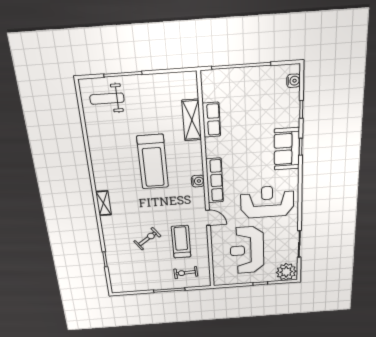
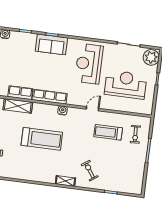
row of seats: (215, 181) -> (50, 97), moved
exercise bike: (147, 239) -> (90, 171), moved
reception desk: (247, 250) -> (126, 85), turned 180

